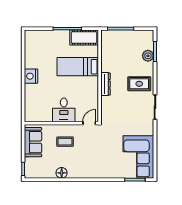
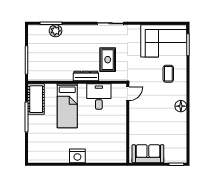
rug: (139, 84) -> (108, 60), moved
desk: (64, 110) -> (99, 97), moved, turned -90
door: (89, 123) -> (128, 94), swing flipped
coffee table: (65, 142) -> (168, 74), moved
floor lamp: (62, 173) -> (181, 106), moved

